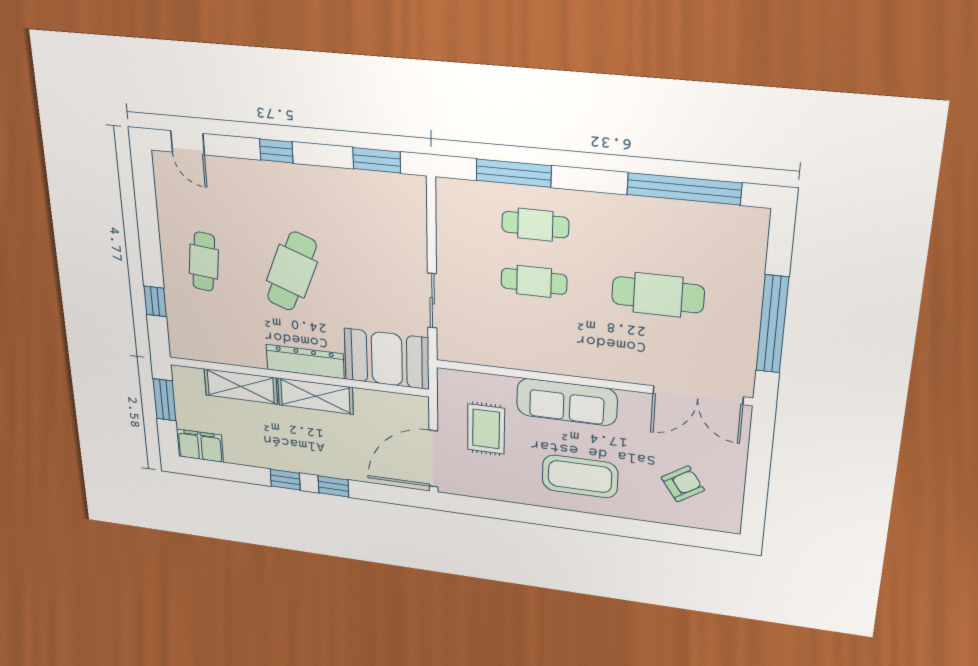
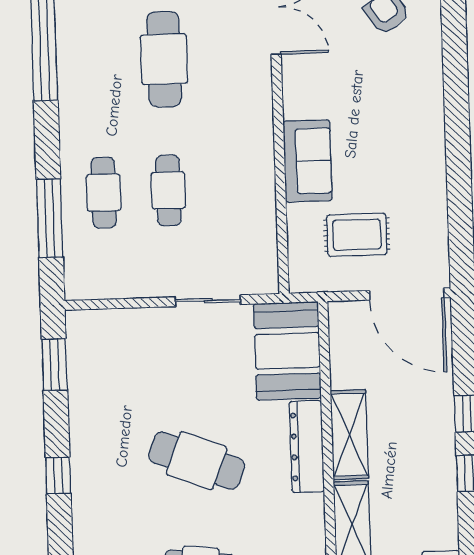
sofa: (567, 402) -> (308, 161), width x0.73
coffee table: (580, 477) -> (399, 126), removed

